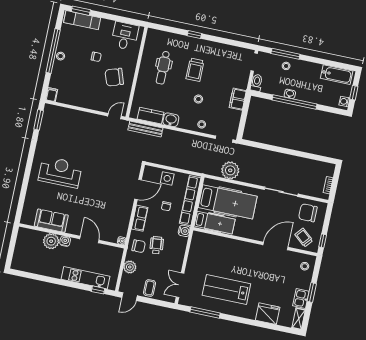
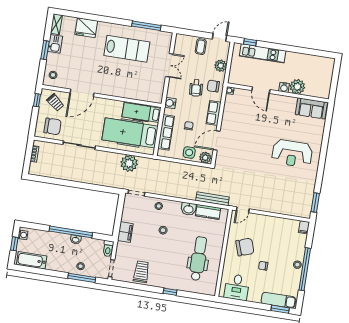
dental chair: (163, 68) -> (198, 259), width x1.36, depth x1.38
trolley: (195, 70) -> (141, 272), moved
plant: (151, 172) -> (205, 158), added
row of seats: (190, 201) -> (166, 132), width x0.73
sofa: (51, 221) -> (311, 108), moved
double door: (180, 285) -> (169, 65), moved

